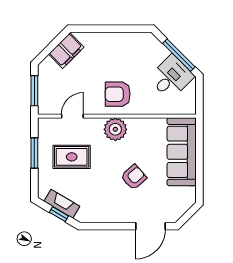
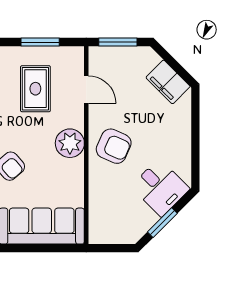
window: (179, 55) -> (162, 223), width x0.69
desk: (171, 77) -> (160, 188), moved
armchair: (118, 94) -> (114, 146), turned 114

